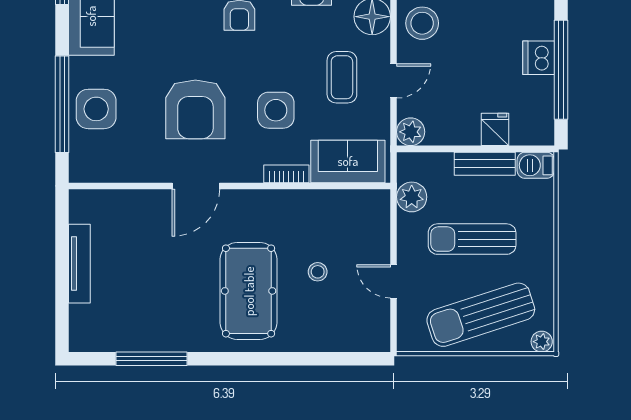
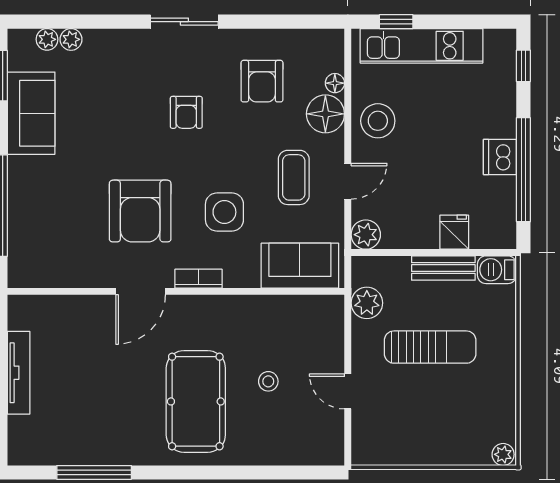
side table: (96, 109) -> (36, 211), removed
bookcase: (286, 174) -> (198, 279), moved
sun lounger: (472, 239) -> (430, 347), turned 180
sun lounger: (481, 315) -> (439, 426), removed

